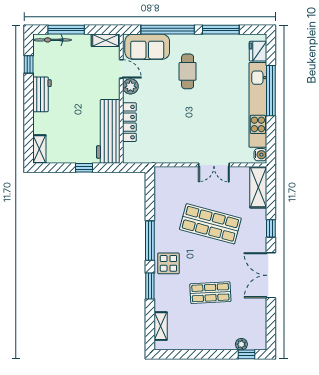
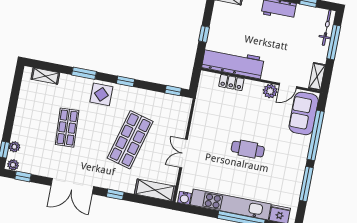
cafe table: (188, 71) -> (248, 149), moved
locker: (129, 122) -> (231, 83), width x0.66
window: (150, 189) -> (173, 91), added
window: (150, 241) -> (125, 81), width x0.46
double door: (271, 275) -> (72, 186), swing flipped
window: (271, 329) -> (23, 177), added
plant: (261, 342) -> (13, 165), added

